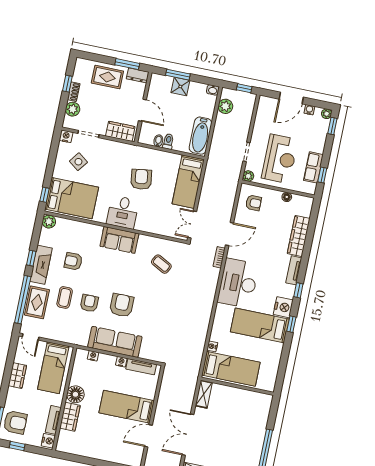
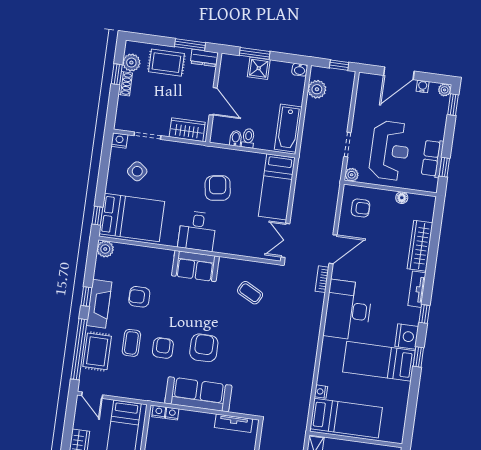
plant: (73, 109) -> (131, 63), moved
nightstand: (121, 362) -> (159, 412), moved

